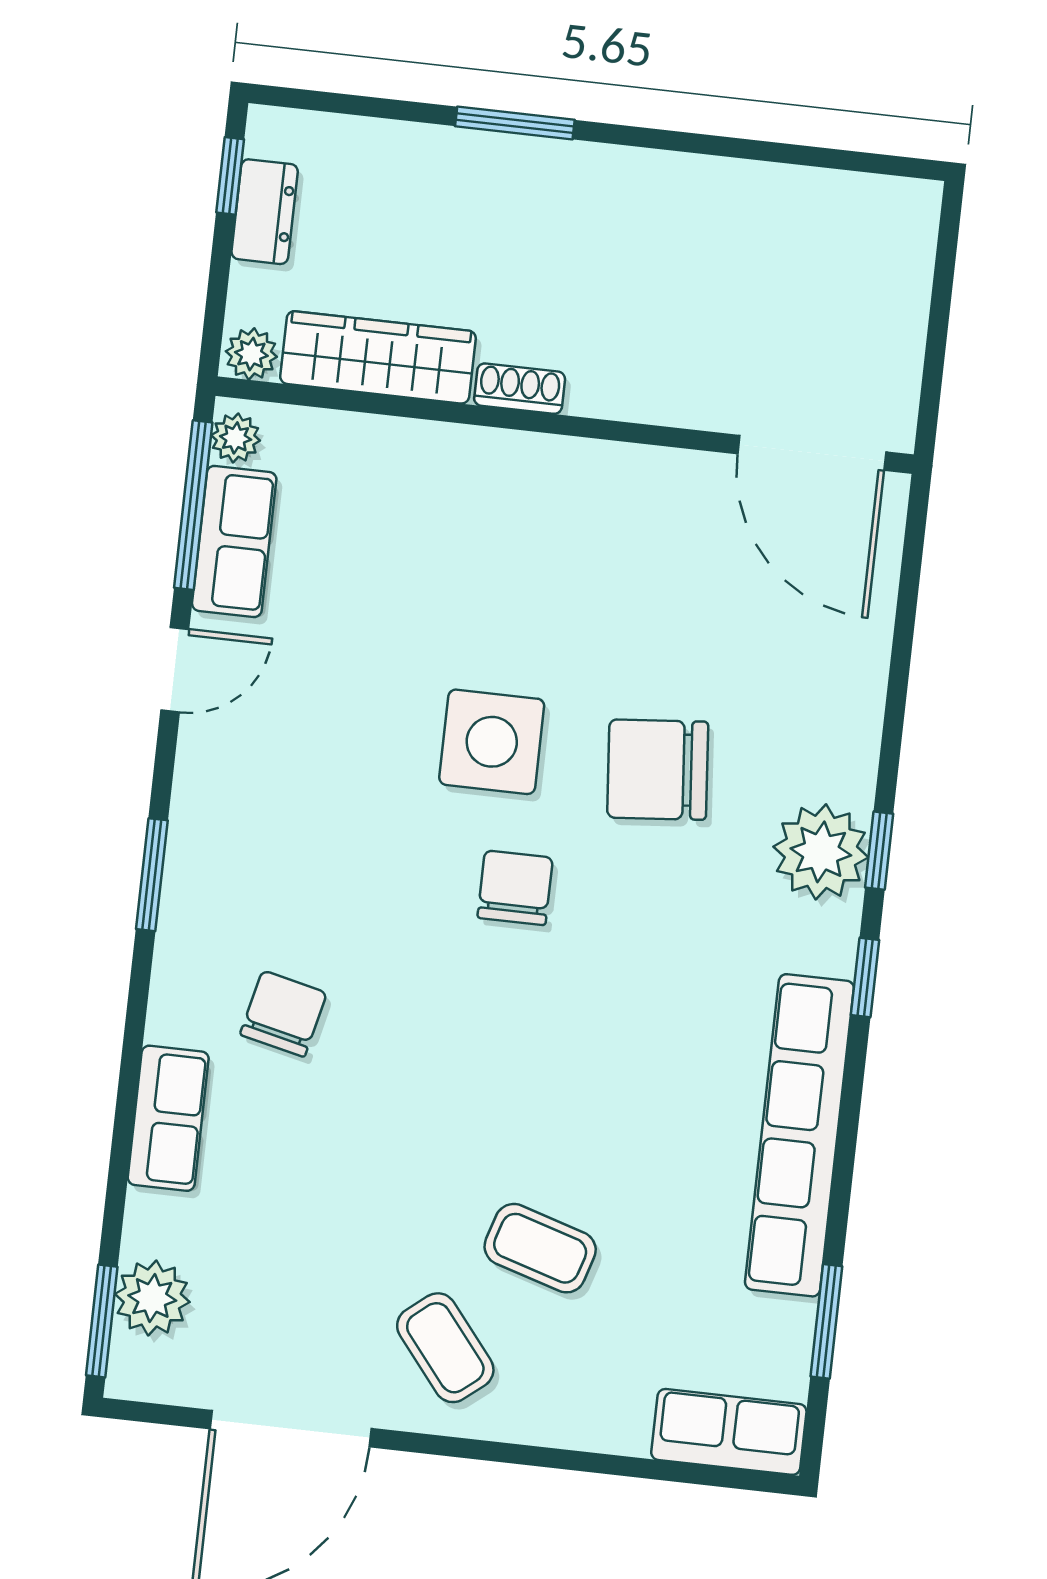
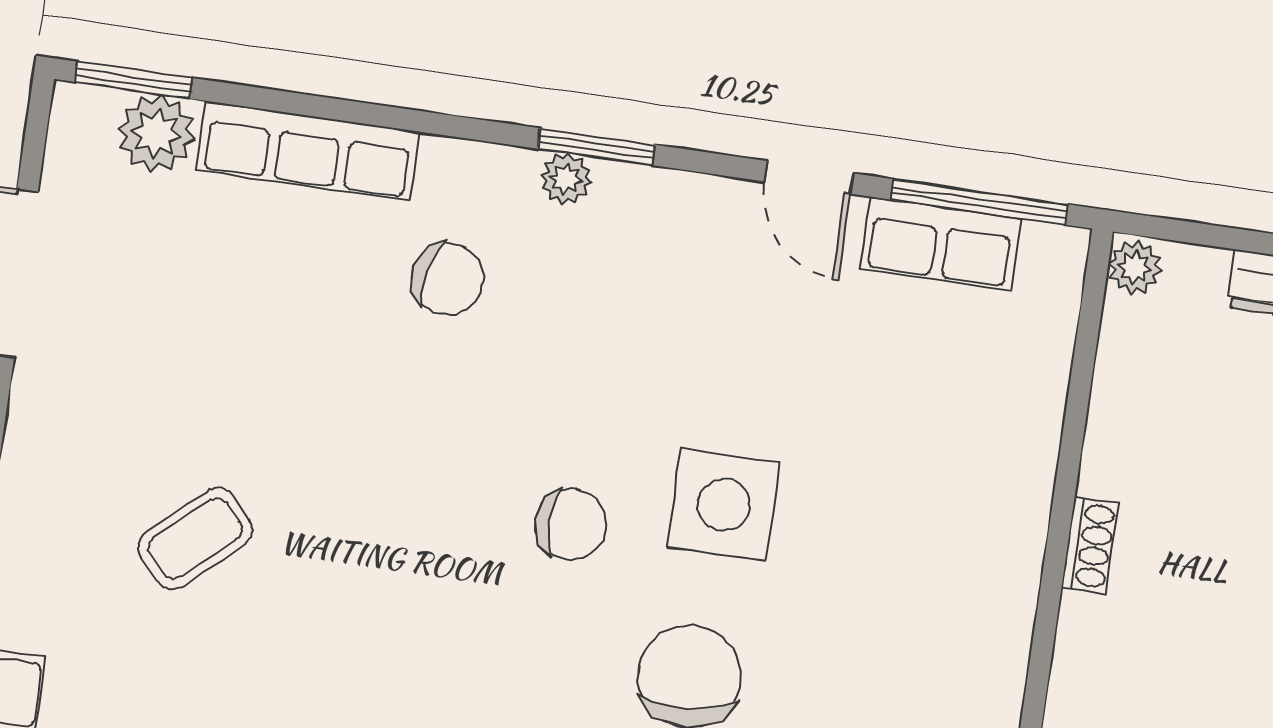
wardrobe: (378, 357) -> (1127, 399), removed
plant: (236, 438) -> (566, 179), moved
row of seats: (168, 1118) -> (308, 151), width x1.48
coffee table: (540, 1248) -> (195, 538), turned 31
coffee table: (445, 1348) -> (95, 437), removed

